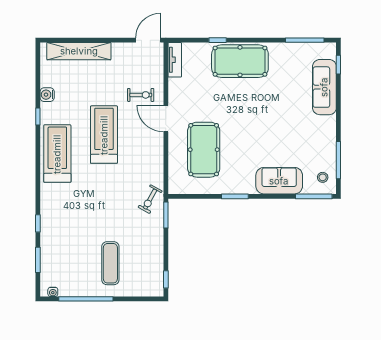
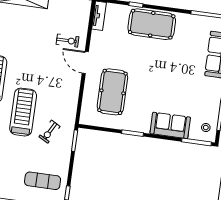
treadmill: (104, 135) -> (23, 112), moved
exercise bike: (150, 199) -> (50, 132), moved
exercise mat: (110, 263) -> (43, 181), moved, turned 90

